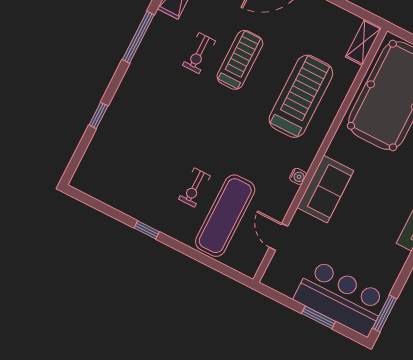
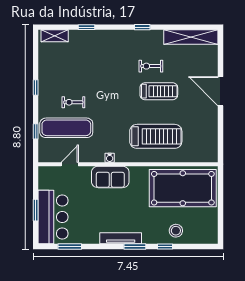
window: (138, 37) -> (142, 27), width x0.46
shelving: (364, 42) -> (55, 36), moved
window: (208, 261) -> (36, 131), added
window: (385, 314) -> (70, 246), moved

